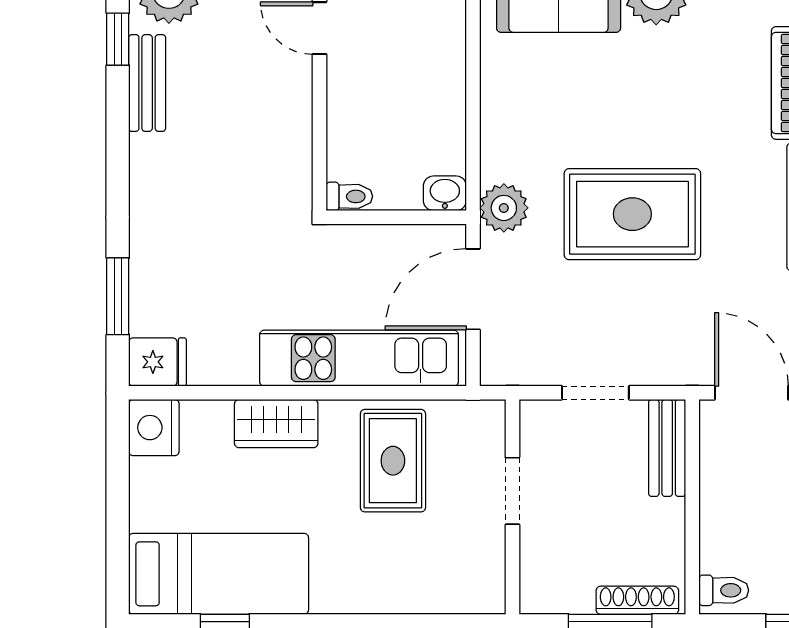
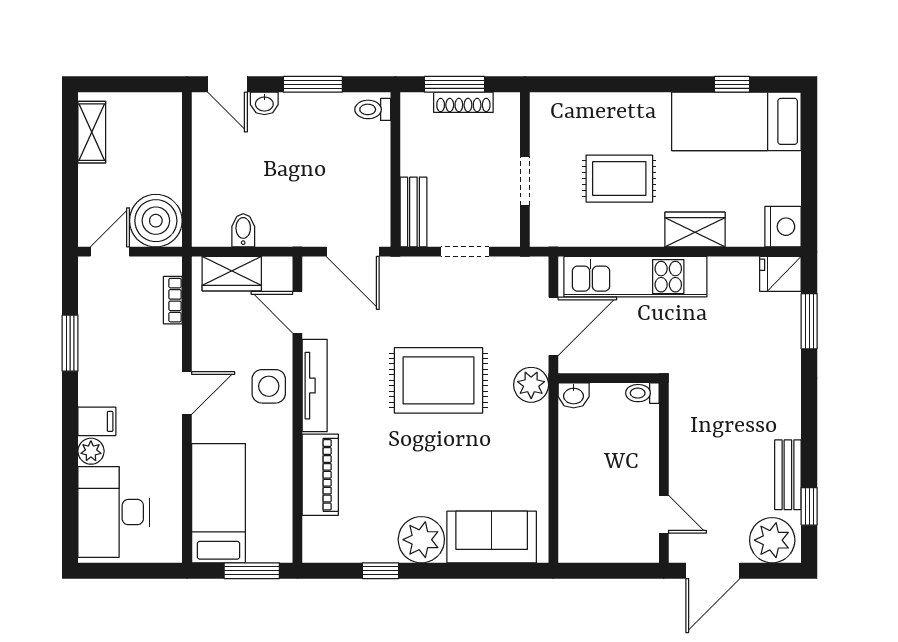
rug: (393, 461) -> (619, 179), moved, turned 90
shoe rack: (637, 600) -> (463, 102), moved

